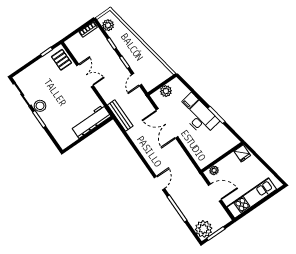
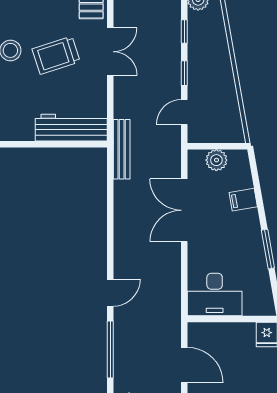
trolley: (62, 94) -> (56, 55), added
desk: (201, 119) -> (215, 295), moved, turned 100
plant: (214, 170) -> (206, 331), removed

